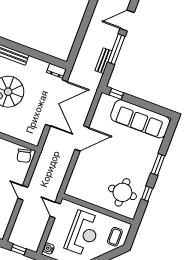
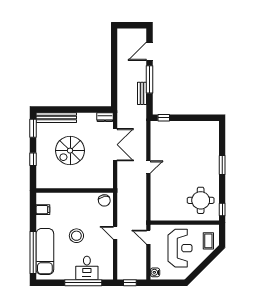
double door: (56, 103) -> (115, 145), width x0.73
sofa: (140, 119) -> (192, 131), removed
door: (82, 138) -> (148, 167), width x0.53
window: (147, 194) -> (222, 209), moved

